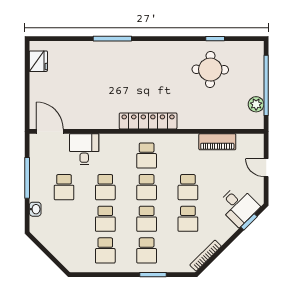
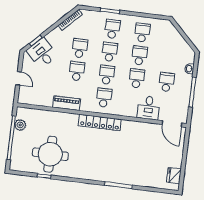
round table: (210, 70) -> (50, 154), width x1.36, depth x1.36
piano: (217, 142) -> (67, 103), moved

